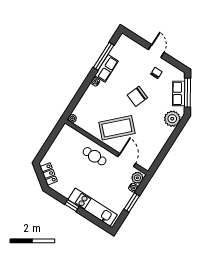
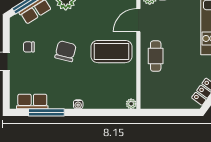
row of seats: (107, 68) -> (32, 102), moved
chair: (137, 96) -> (66, 51), turned -97
coffee table: (117, 128) -> (112, 52), turned -46

